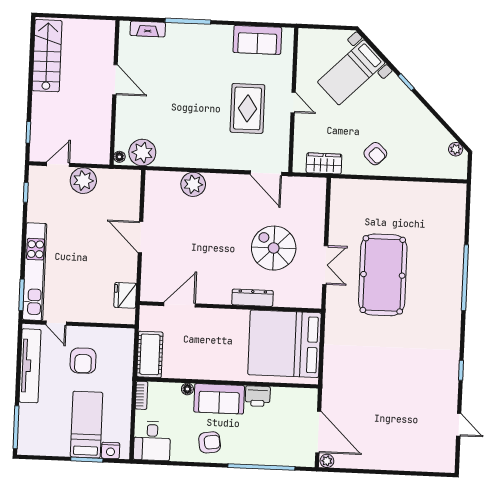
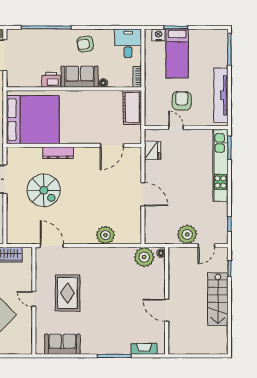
stairs: (47, 56) -> (218, 299), moved
door: (56, 323) -> (176, 128), moved

